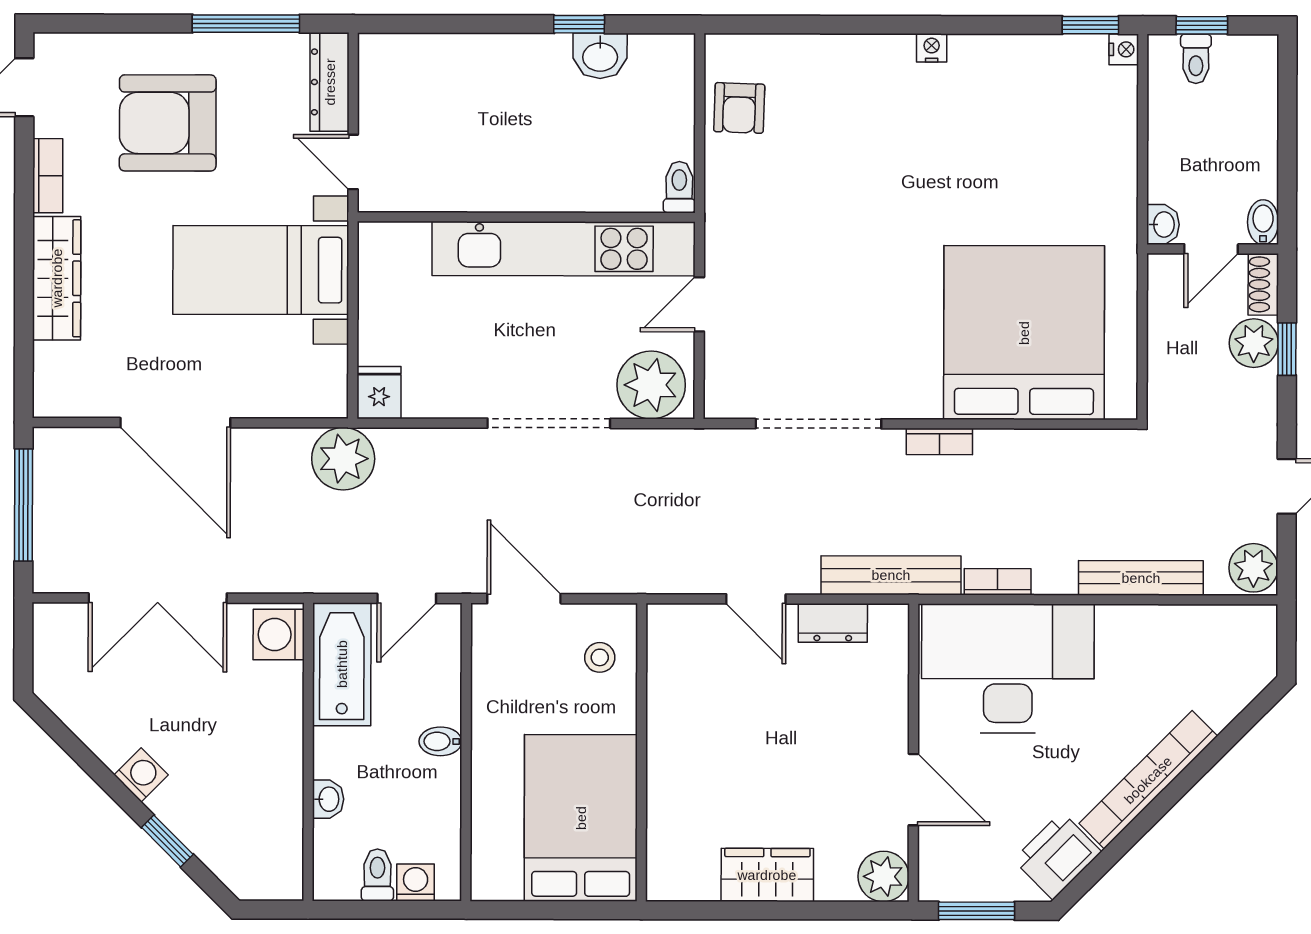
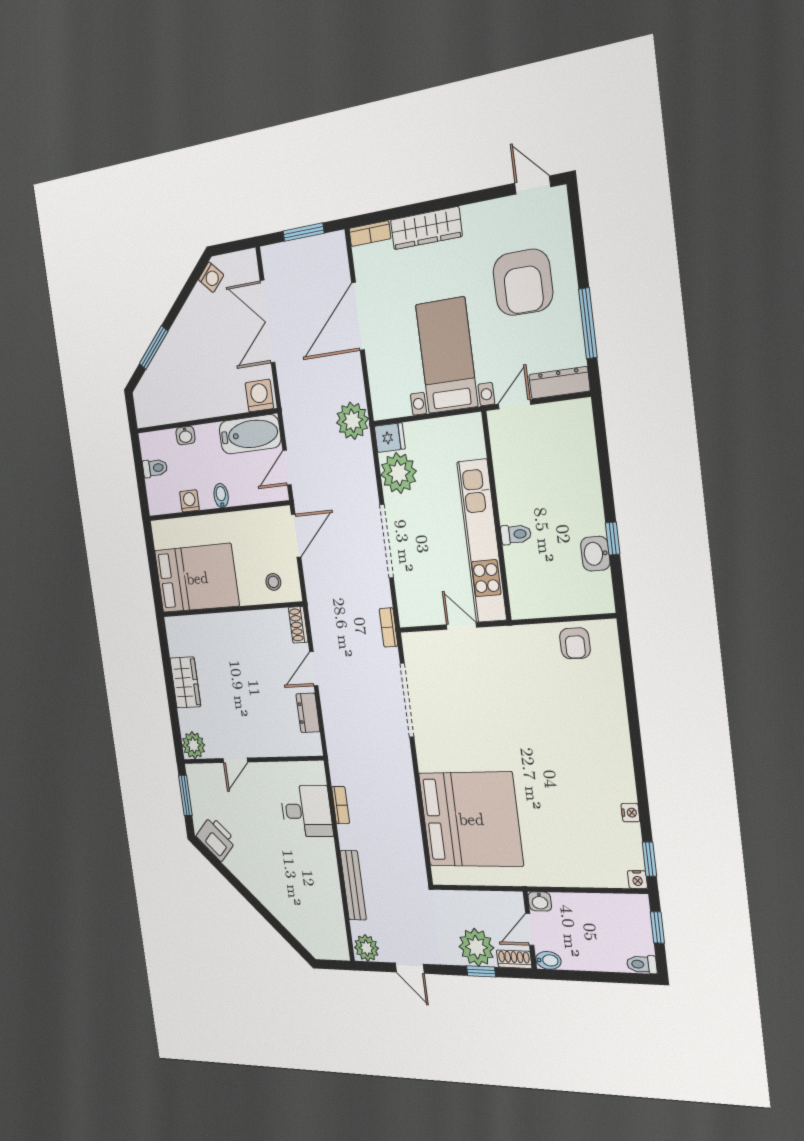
nightstand: (932, 48) -> (630, 813), moved
toilet: (1196, 59) -> (642, 964), moved
armchair: (739, 108) -> (575, 643), turned -92
armchair: (168, 123) -> (523, 282), turned 180
bookcase: (48, 176) -> (370, 234), moved
toilet: (679, 187) -> (516, 534), moved
door: (1211, 249) -> (530, 929), hinge flipped
plant: (1254, 343) -> (476, 947), width x1.36, depth x1.36
plant: (651, 385) -> (399, 473), moved
bookcase: (939, 442) -> (389, 627), moved
window: (24, 505) -> (303, 232), width x0.69
bench: (891, 575) -> (336, 745), removed
door: (407, 598) -> (287, 468), hinge flipped
shoe rack: (678, 619) -> (298, 625), added
desk: (1008, 668) -> (306, 811), width x0.53, depth x0.77
washing machine: (141, 775) -> (211, 277), moved
bookcase: (1148, 780) -> (258, 888), removed
door: (913, 790) -> (235, 760), width x0.73
window: (167, 841) -> (154, 348), width x1.50
washing machine: (416, 882) -> (189, 501), moved, turned -90

